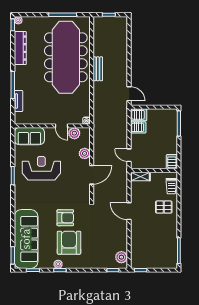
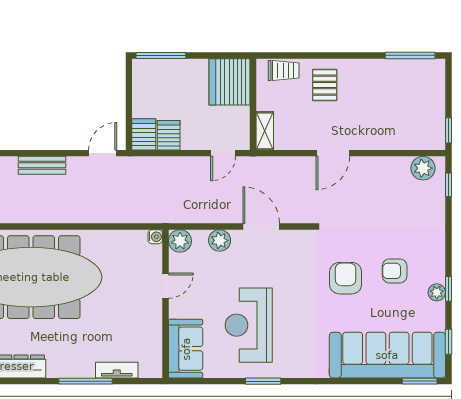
bench: (98, 69) -> (42, 165), moved
plant: (74, 133) -> (180, 241), moved
server rack: (172, 162) -> (230, 82), width x2.18, depth x1.44
armchair: (69, 243) -> (395, 271), width x0.53, depth x0.53

